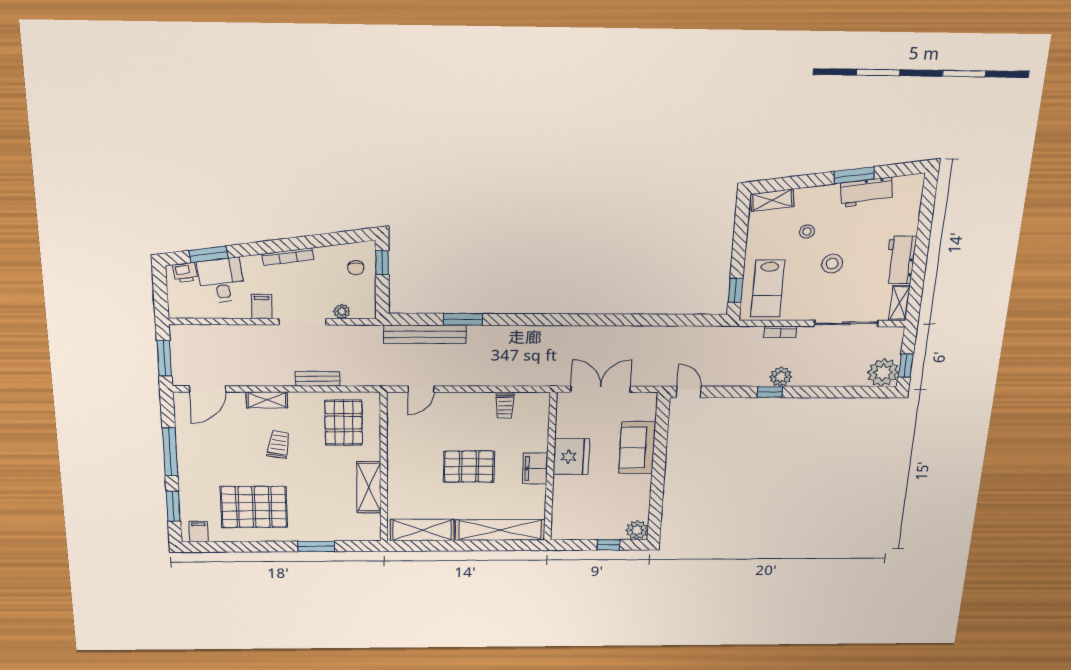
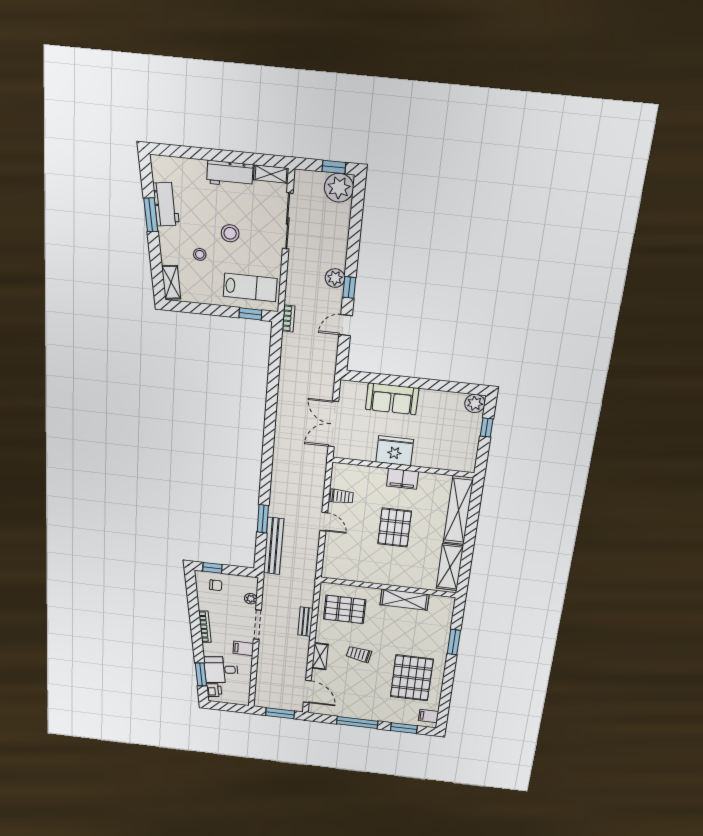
bookcase: (780, 332) -> (288, 318), moved
door: (421, 389) -> (324, 522), moved
door: (689, 392) -> (346, 325), moved

